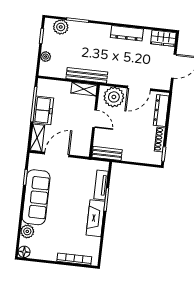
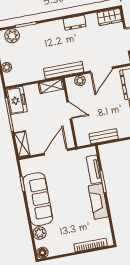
dresser: (127, 33) -> (75, 23), width x0.70
bench: (87, 75) -> (64, 70), moved
plant: (114, 97) -> (80, 80), width x0.53, depth x0.53
freezer: (43, 110) -> (17, 100), moved
bench: (107, 153) -> (104, 136), moved
door: (57, 155) -> (56, 152), moved

